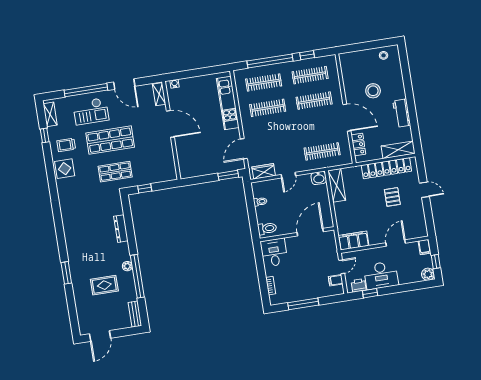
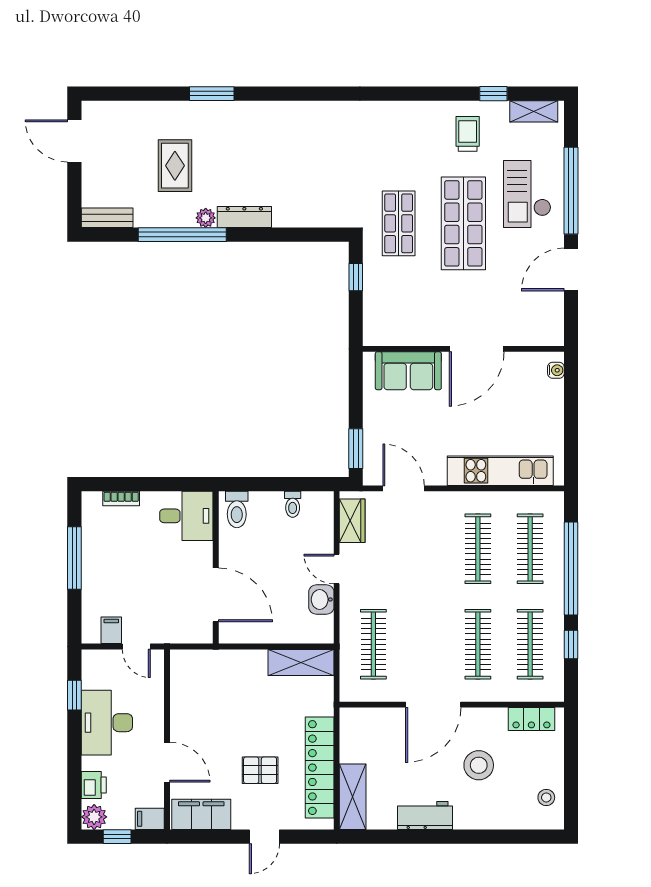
shelving: (159, 94) -> (540, 336), removed
locker: (358, 144) -> (531, 719), moved
sofa: (186, 156) -> (408, 371), added
display table: (65, 169) -> (421, 123), removed
washbasin: (319, 178) -> (321, 599), moved
dresser: (121, 229) -> (244, 217), moved
filing cabinet: (353, 241) -> (201, 814), moved, turned -90
printer: (359, 285) -> (94, 785), moved

